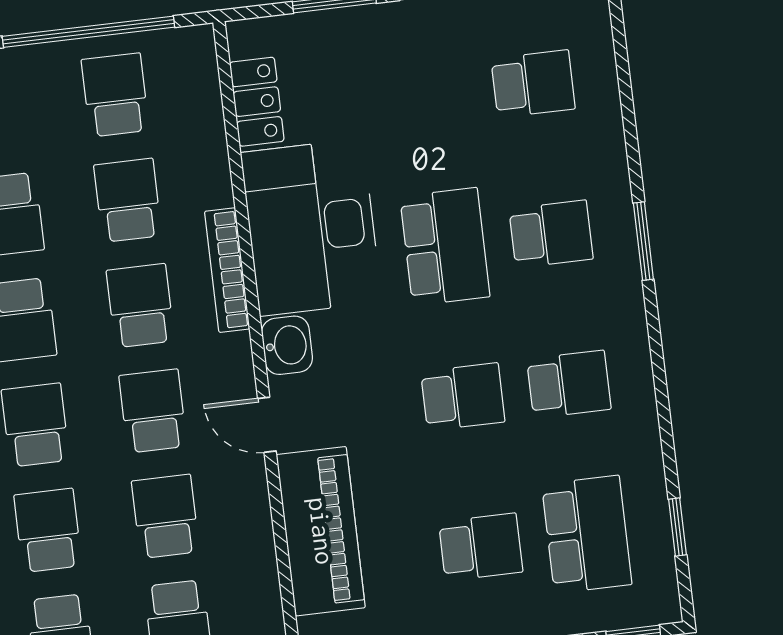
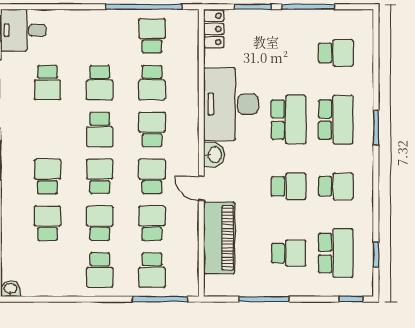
locker: (257, 102) -> (214, 29), moved
school desk: (128, 200) -> (152, 83), turned 180
school desk: (551, 234) -> (336, 120), width x1.85
bookcase: (227, 270) -> (192, 118), removed

